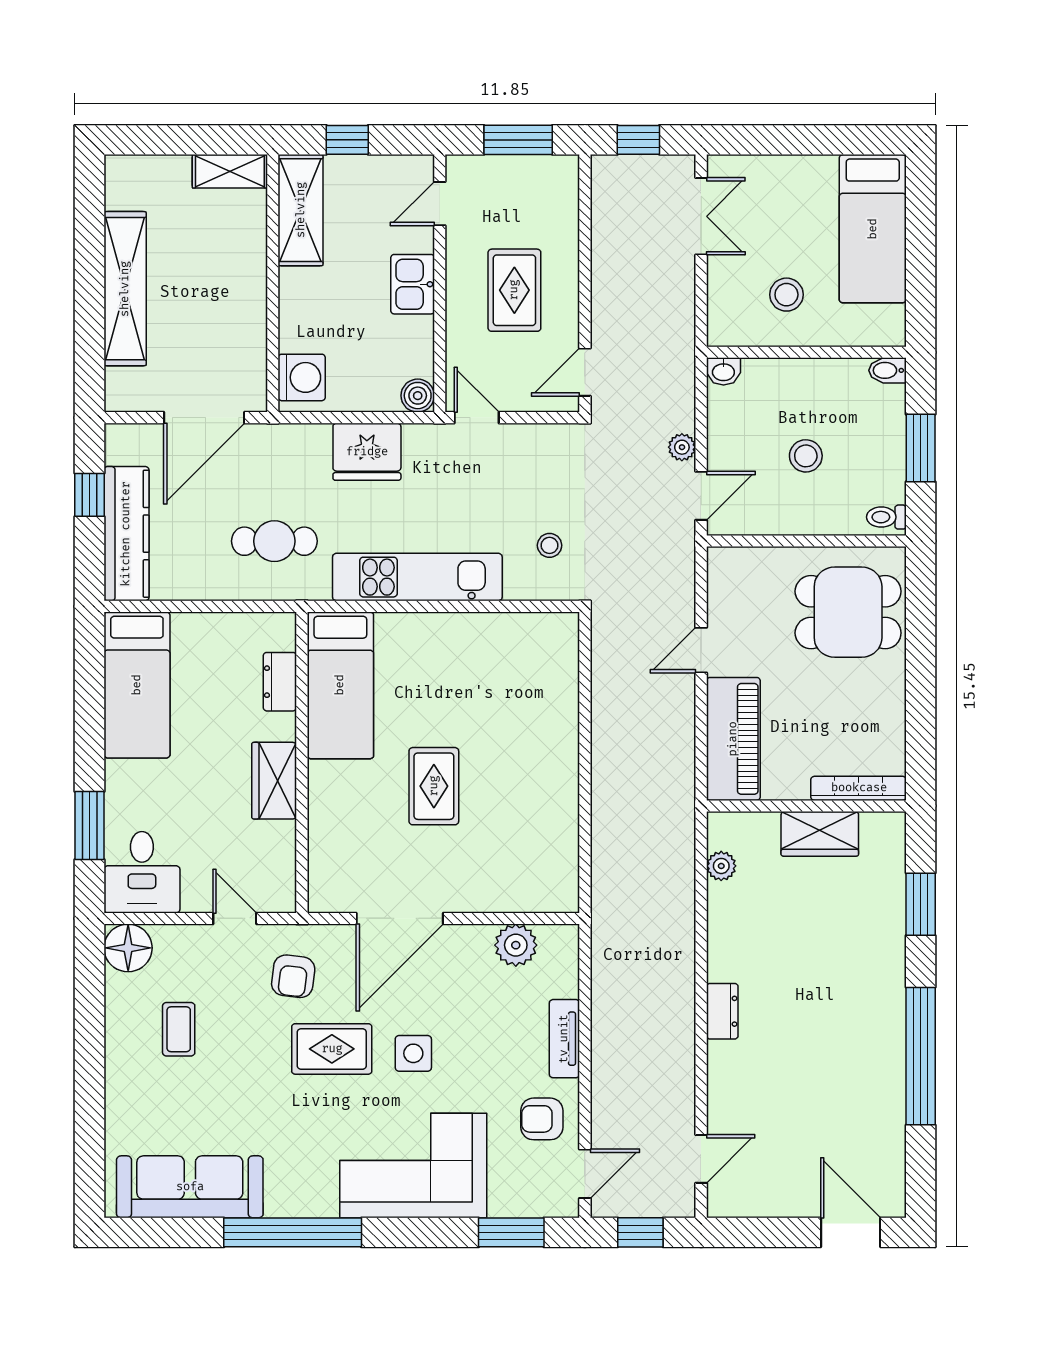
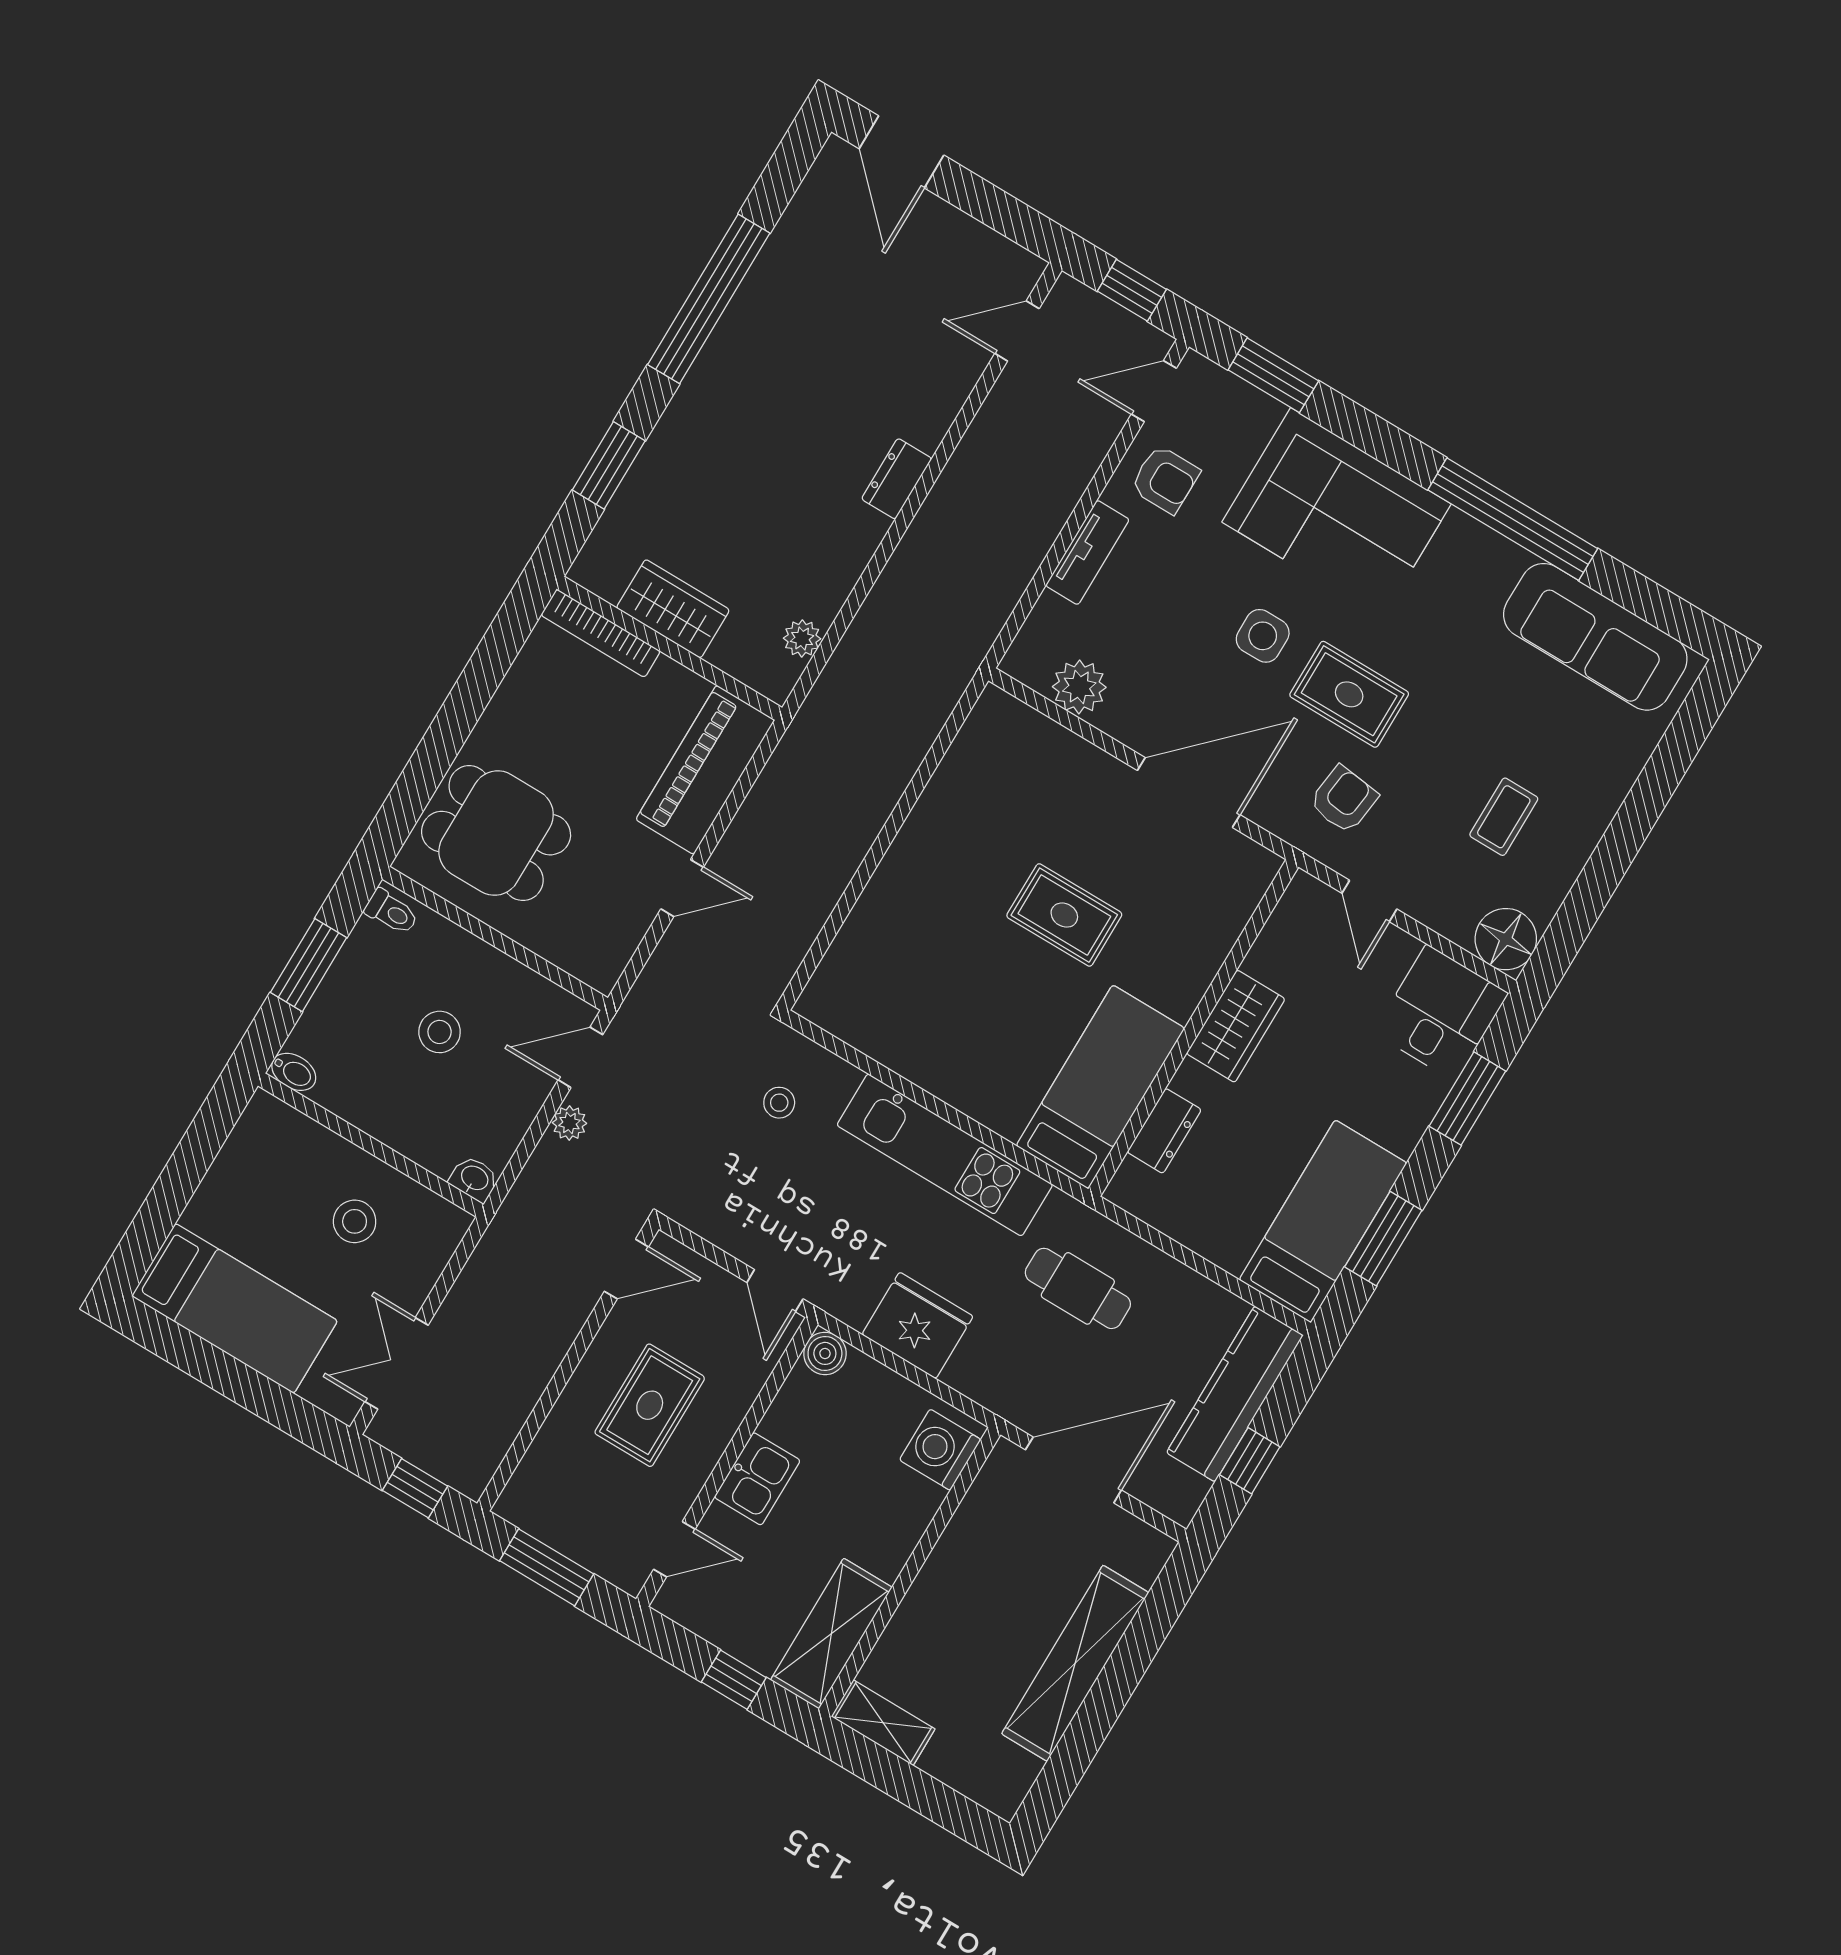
bed: (873, 229) -> (235, 1308), moved, turned 90
window: (90, 698) -> (1383, 1239), added
rug: (434, 786) -> (1064, 915), turned 90

